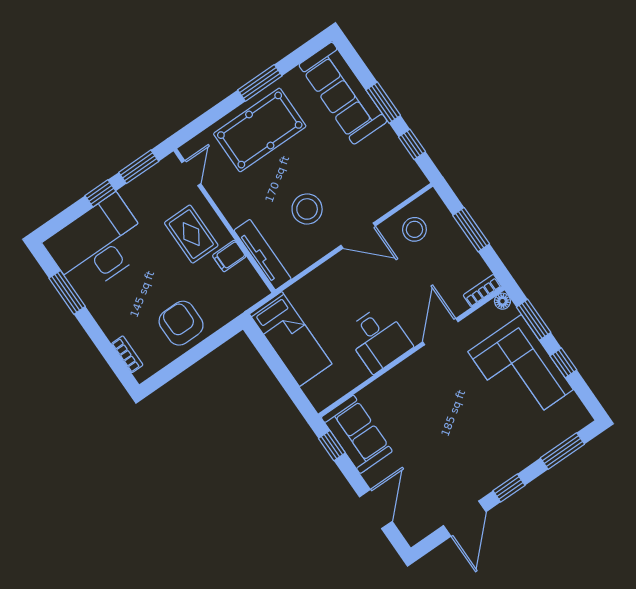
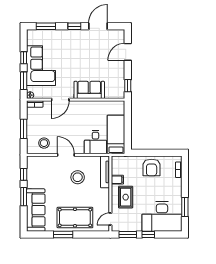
desk: (378, 339) -> (95, 142), moved, turned 180
sofa: (357, 434) -> (89, 90), moved, turned 90

